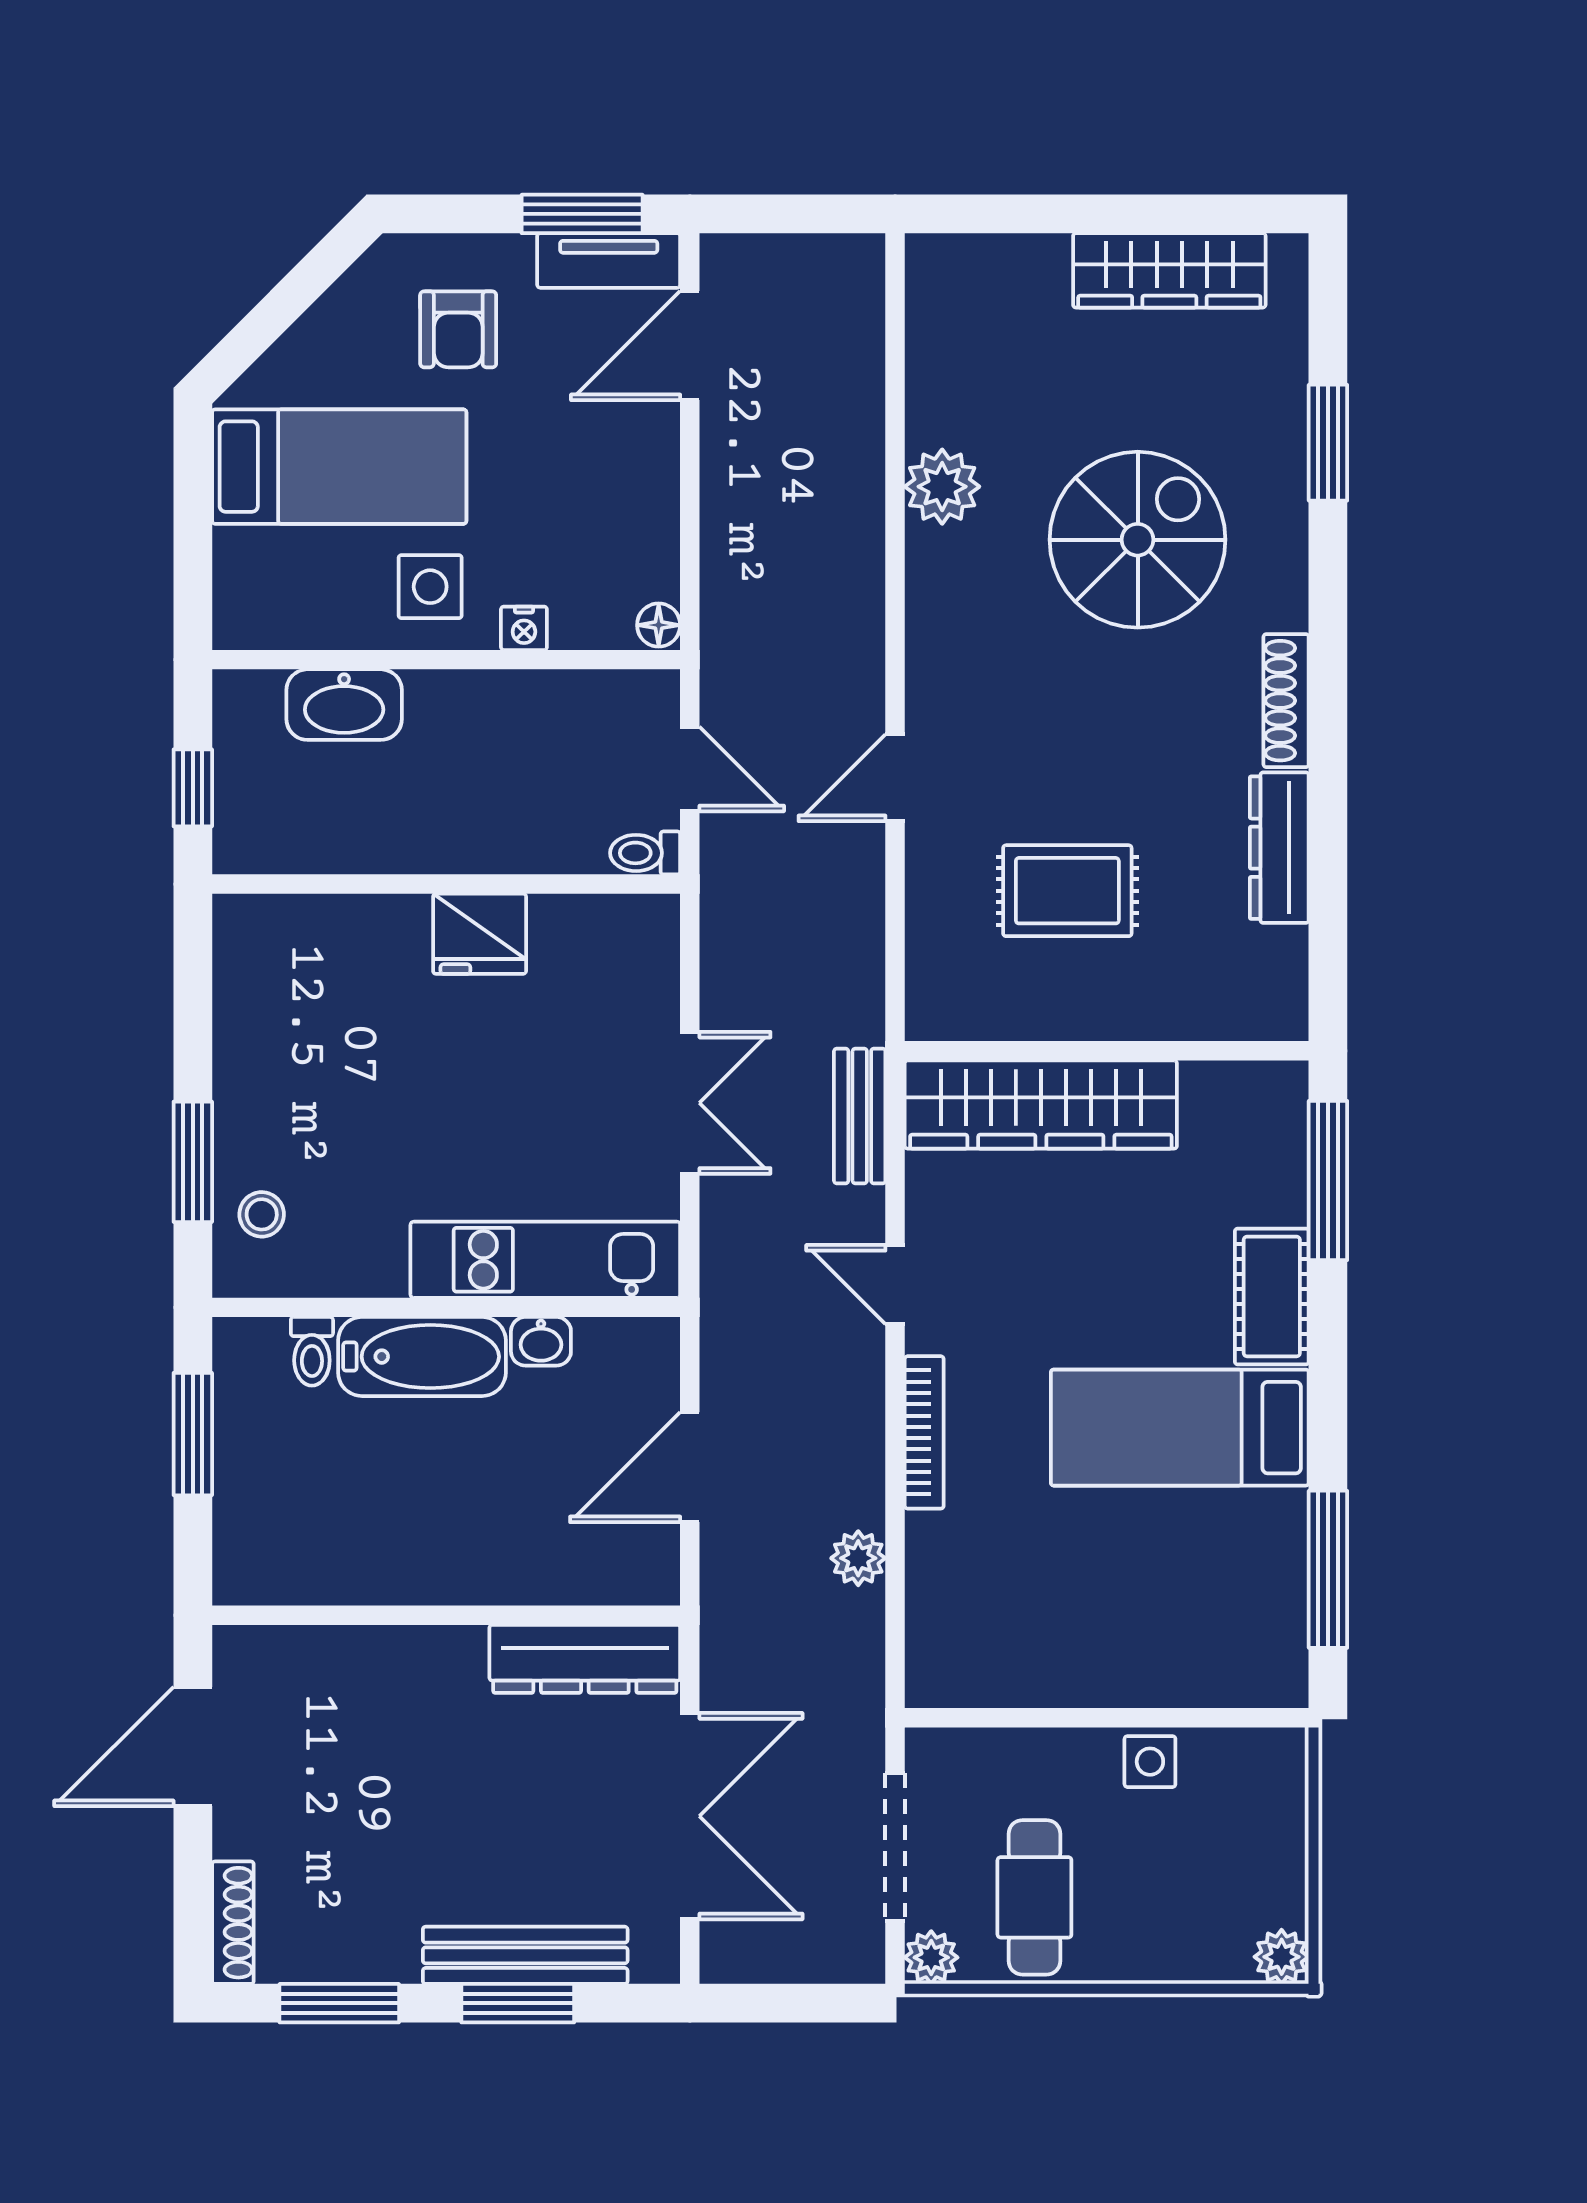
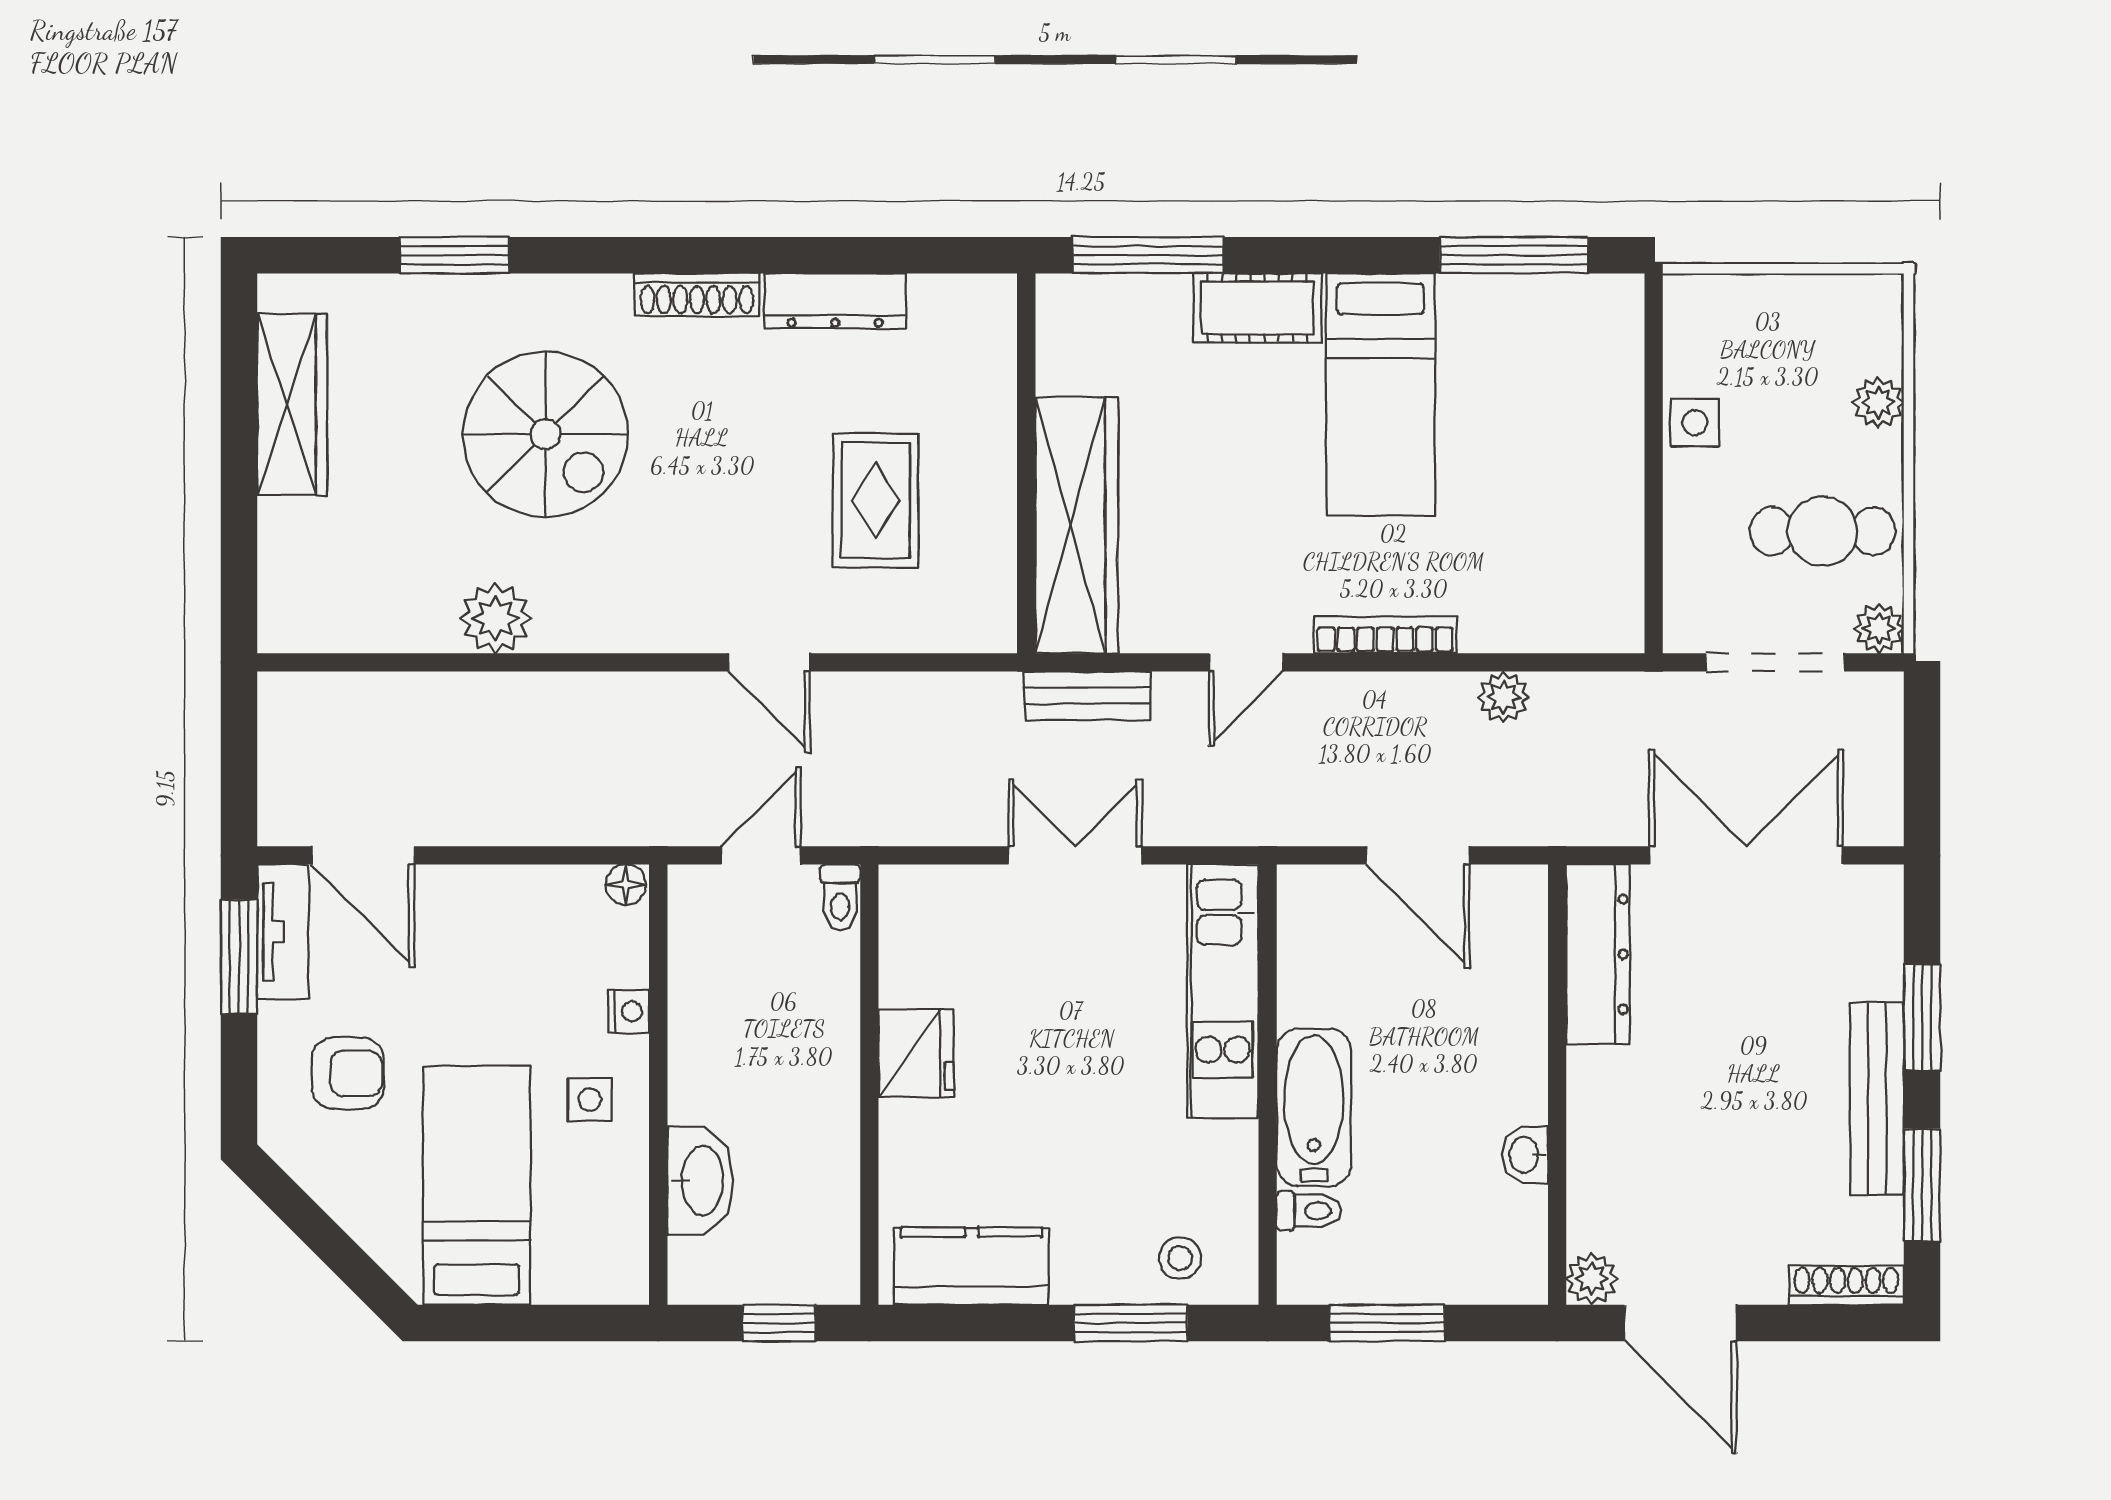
spiral stairs: (1138, 540) -> (545, 434), turned 180
side table: (430, 587) -> (590, 1100), width x0.73, depth x0.73
kitchen counter: (253, 992) -> (971, 1266), added
washbasin: (541, 1341) -> (1525, 1155), moved, turned 180
plant: (240, 1652) -> (1592, 1279), added
bench: (525, 1955) -> (1877, 1099), moved
plant: (1282, 1957) -> (1878, 402), moved

